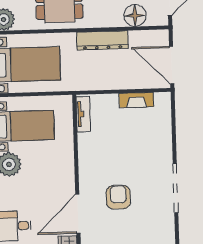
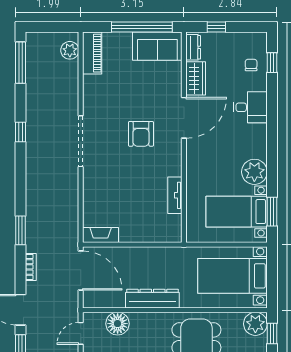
fireplace: (136, 100) -> (101, 235), moved
tv unit: (83, 114) -> (175, 195), moved

